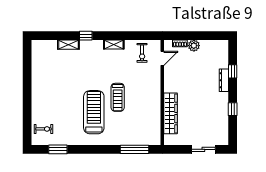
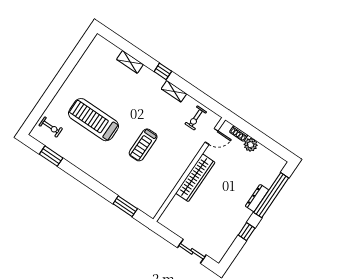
window: (86, 36) -> (163, 71), moved
window: (233, 71) -> (271, 195), width x3.17
treadmill: (94, 112) -> (94, 120), moved, turned -90
wardrobe: (170, 113) -> (195, 178), moved
window: (134, 149) -> (125, 206), width x0.69

